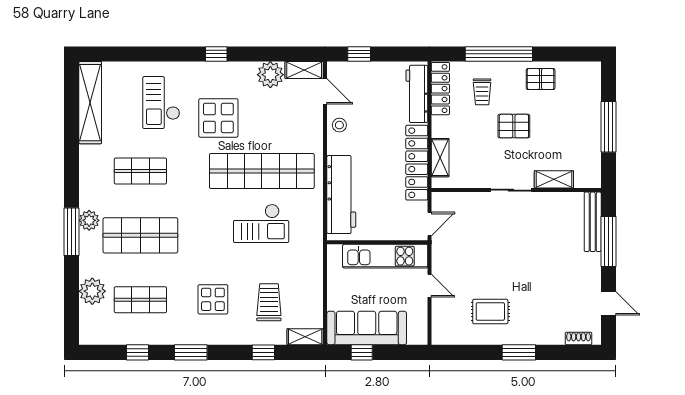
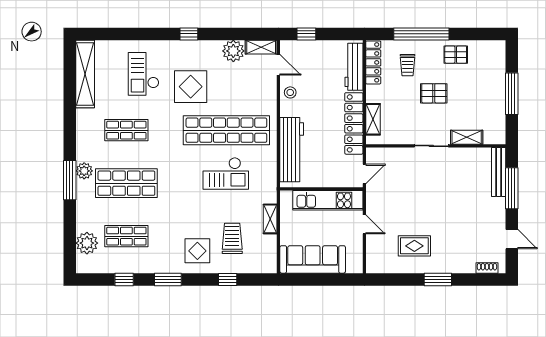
plant: (92, 291) -> (87, 243), moved
display table: (213, 299) -> (197, 251), moved
shelving: (305, 337) -> (270, 219), moved, turned 90
window: (362, 352) -> (308, 279), removed

